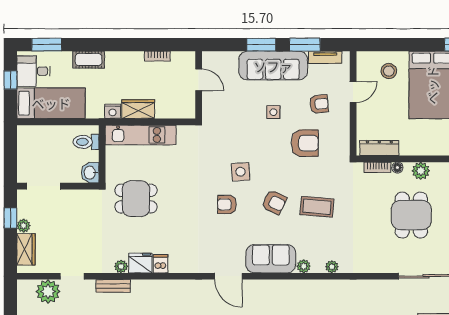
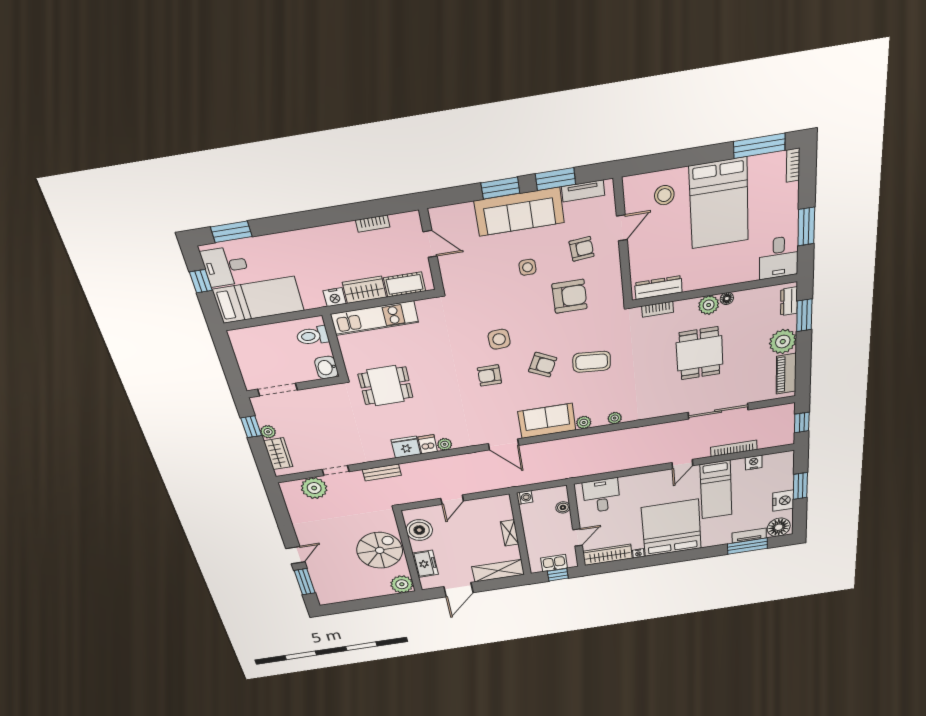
cot: (89, 60) -> (405, 284), moved
floor lamp: (397, 168) -> (727, 298), moved
plant: (121, 266) -> (445, 444), moved

